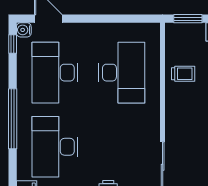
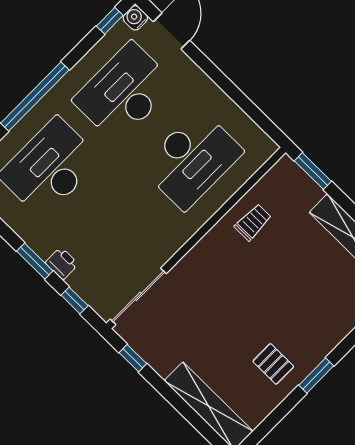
trolley: (183, 74) -> (253, 222), turned -90

